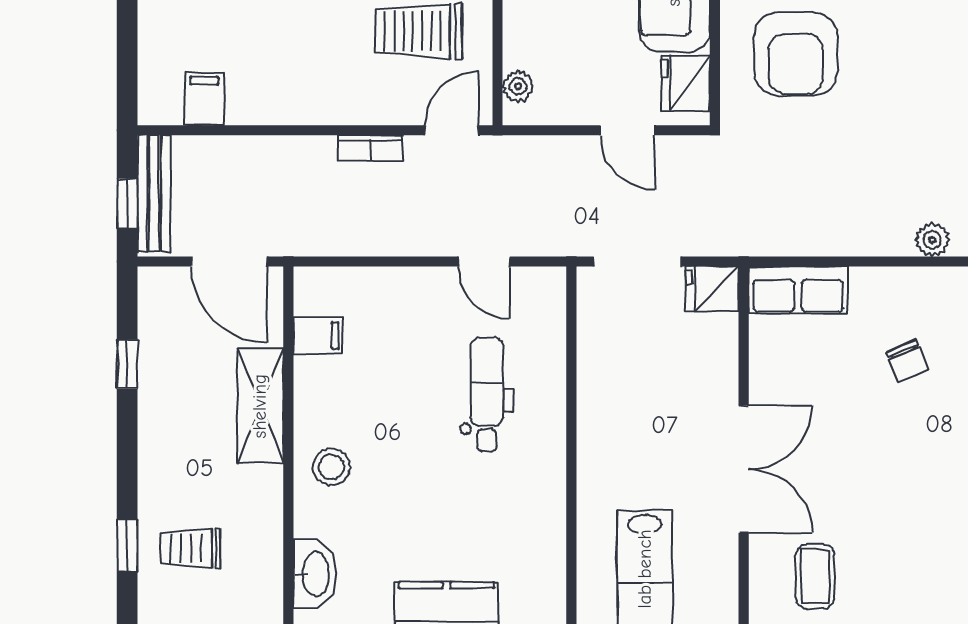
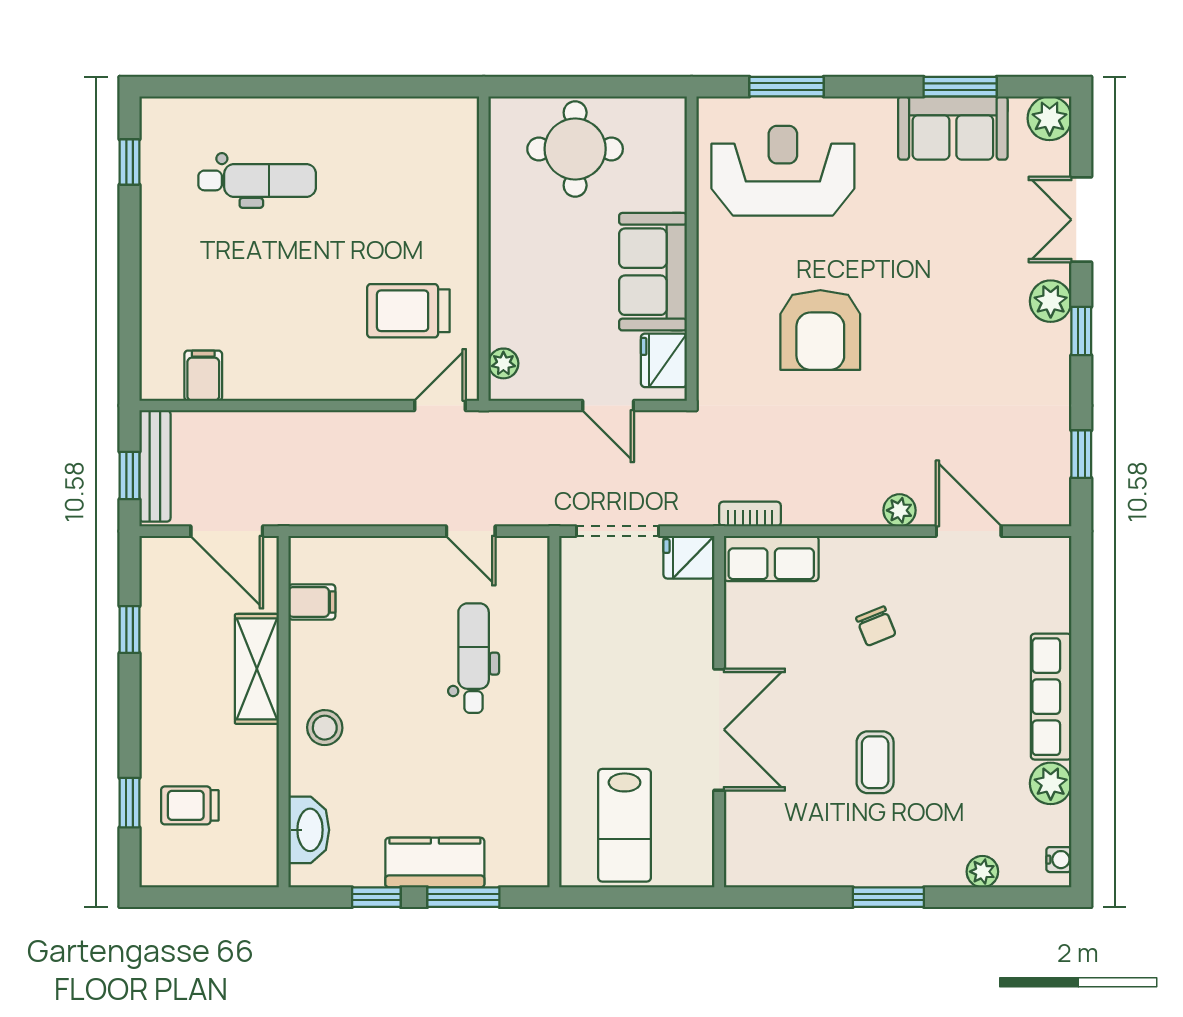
armchair: (796, 54) -> (820, 330), moved
bookcase: (370, 148) -> (750, 514), moved, turned 180
coffee table: (815, 576) -> (875, 762), moved

